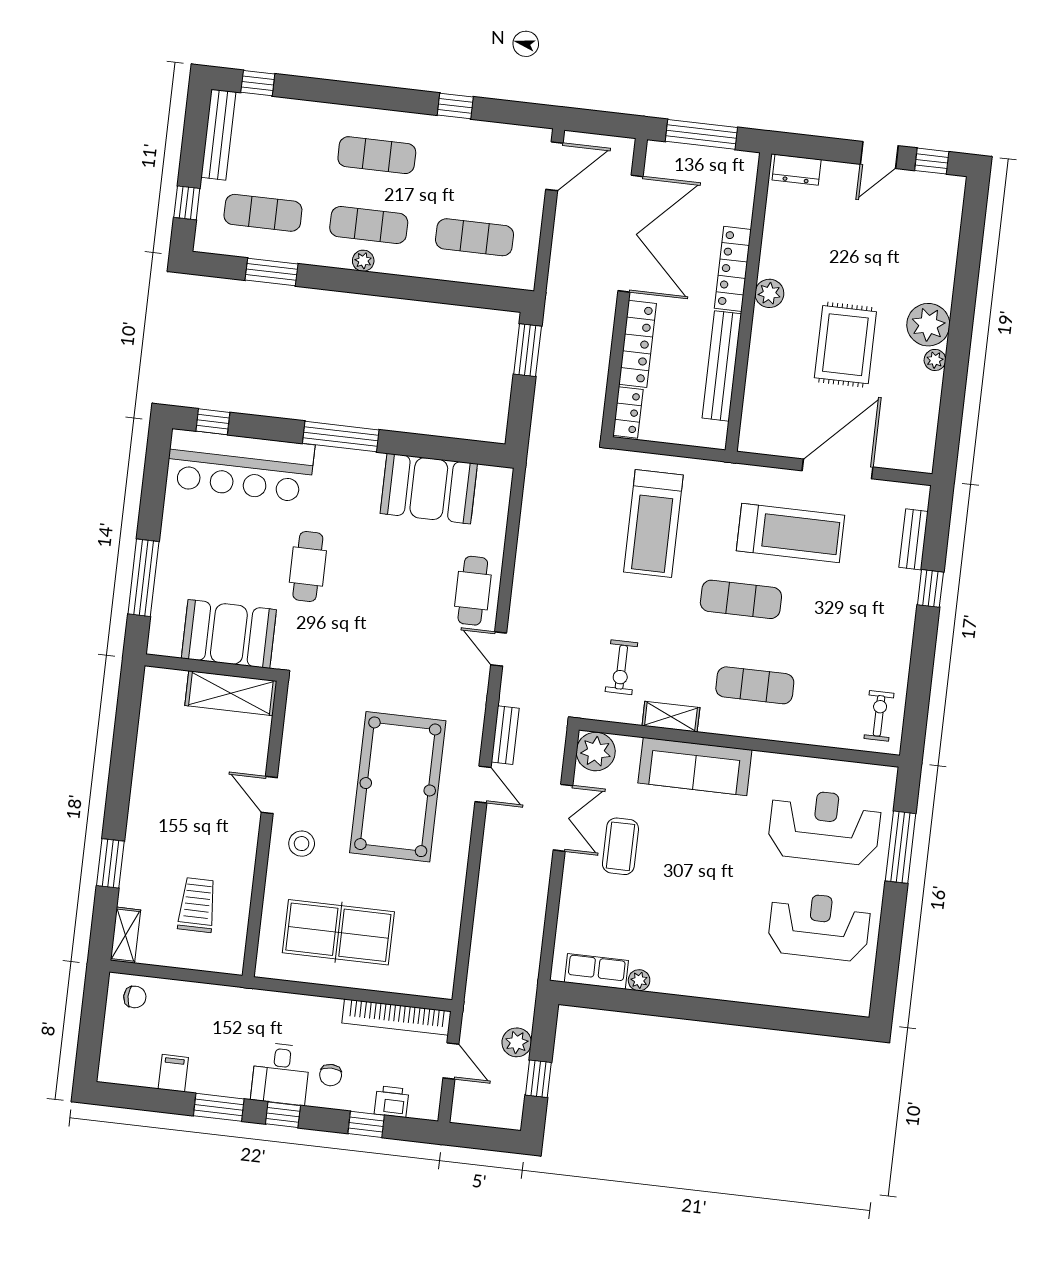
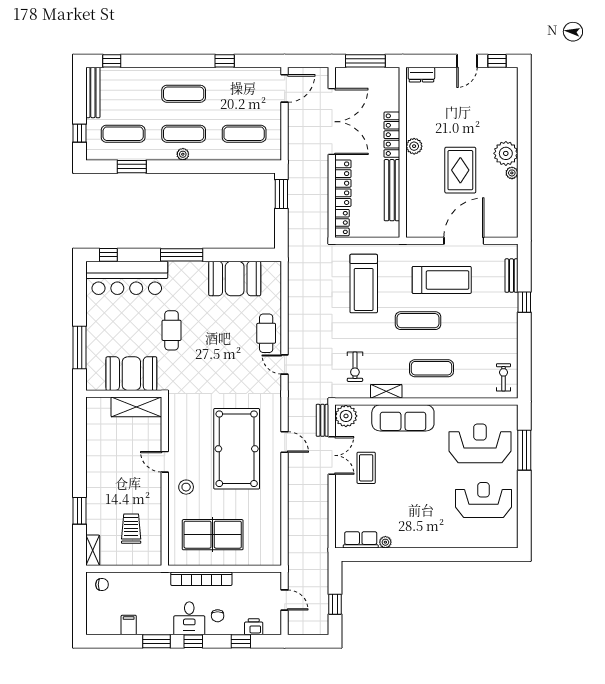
bench: (505, 735) -> (323, 420), moved
bookcase: (397, 1017) -> (201, 579), moved
plant: (517, 1042) -> (320, 585), removed

